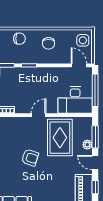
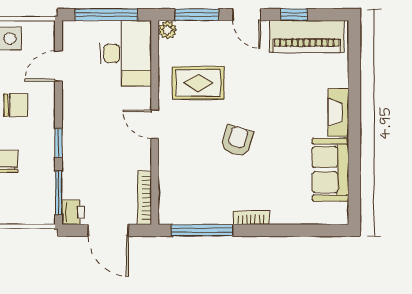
door: (79, 65) -> (58, 66), moved
rug: (60, 138) -> (198, 83), width x0.73, depth x0.70
plant: (87, 145) -> (168, 30), moved
door: (95, 163) -> (247, 15), hinge flipped

